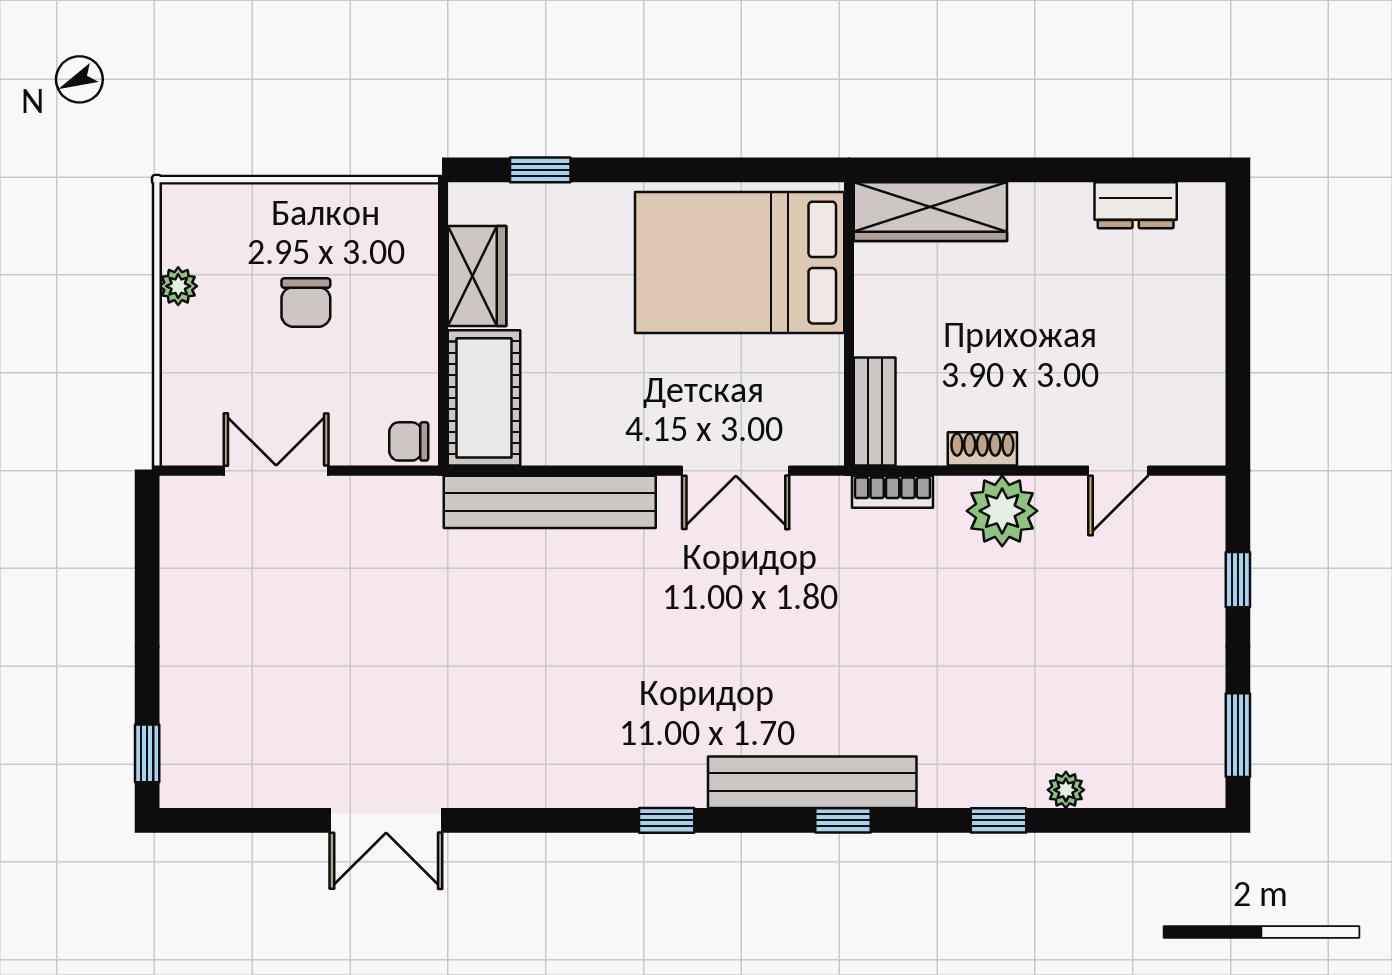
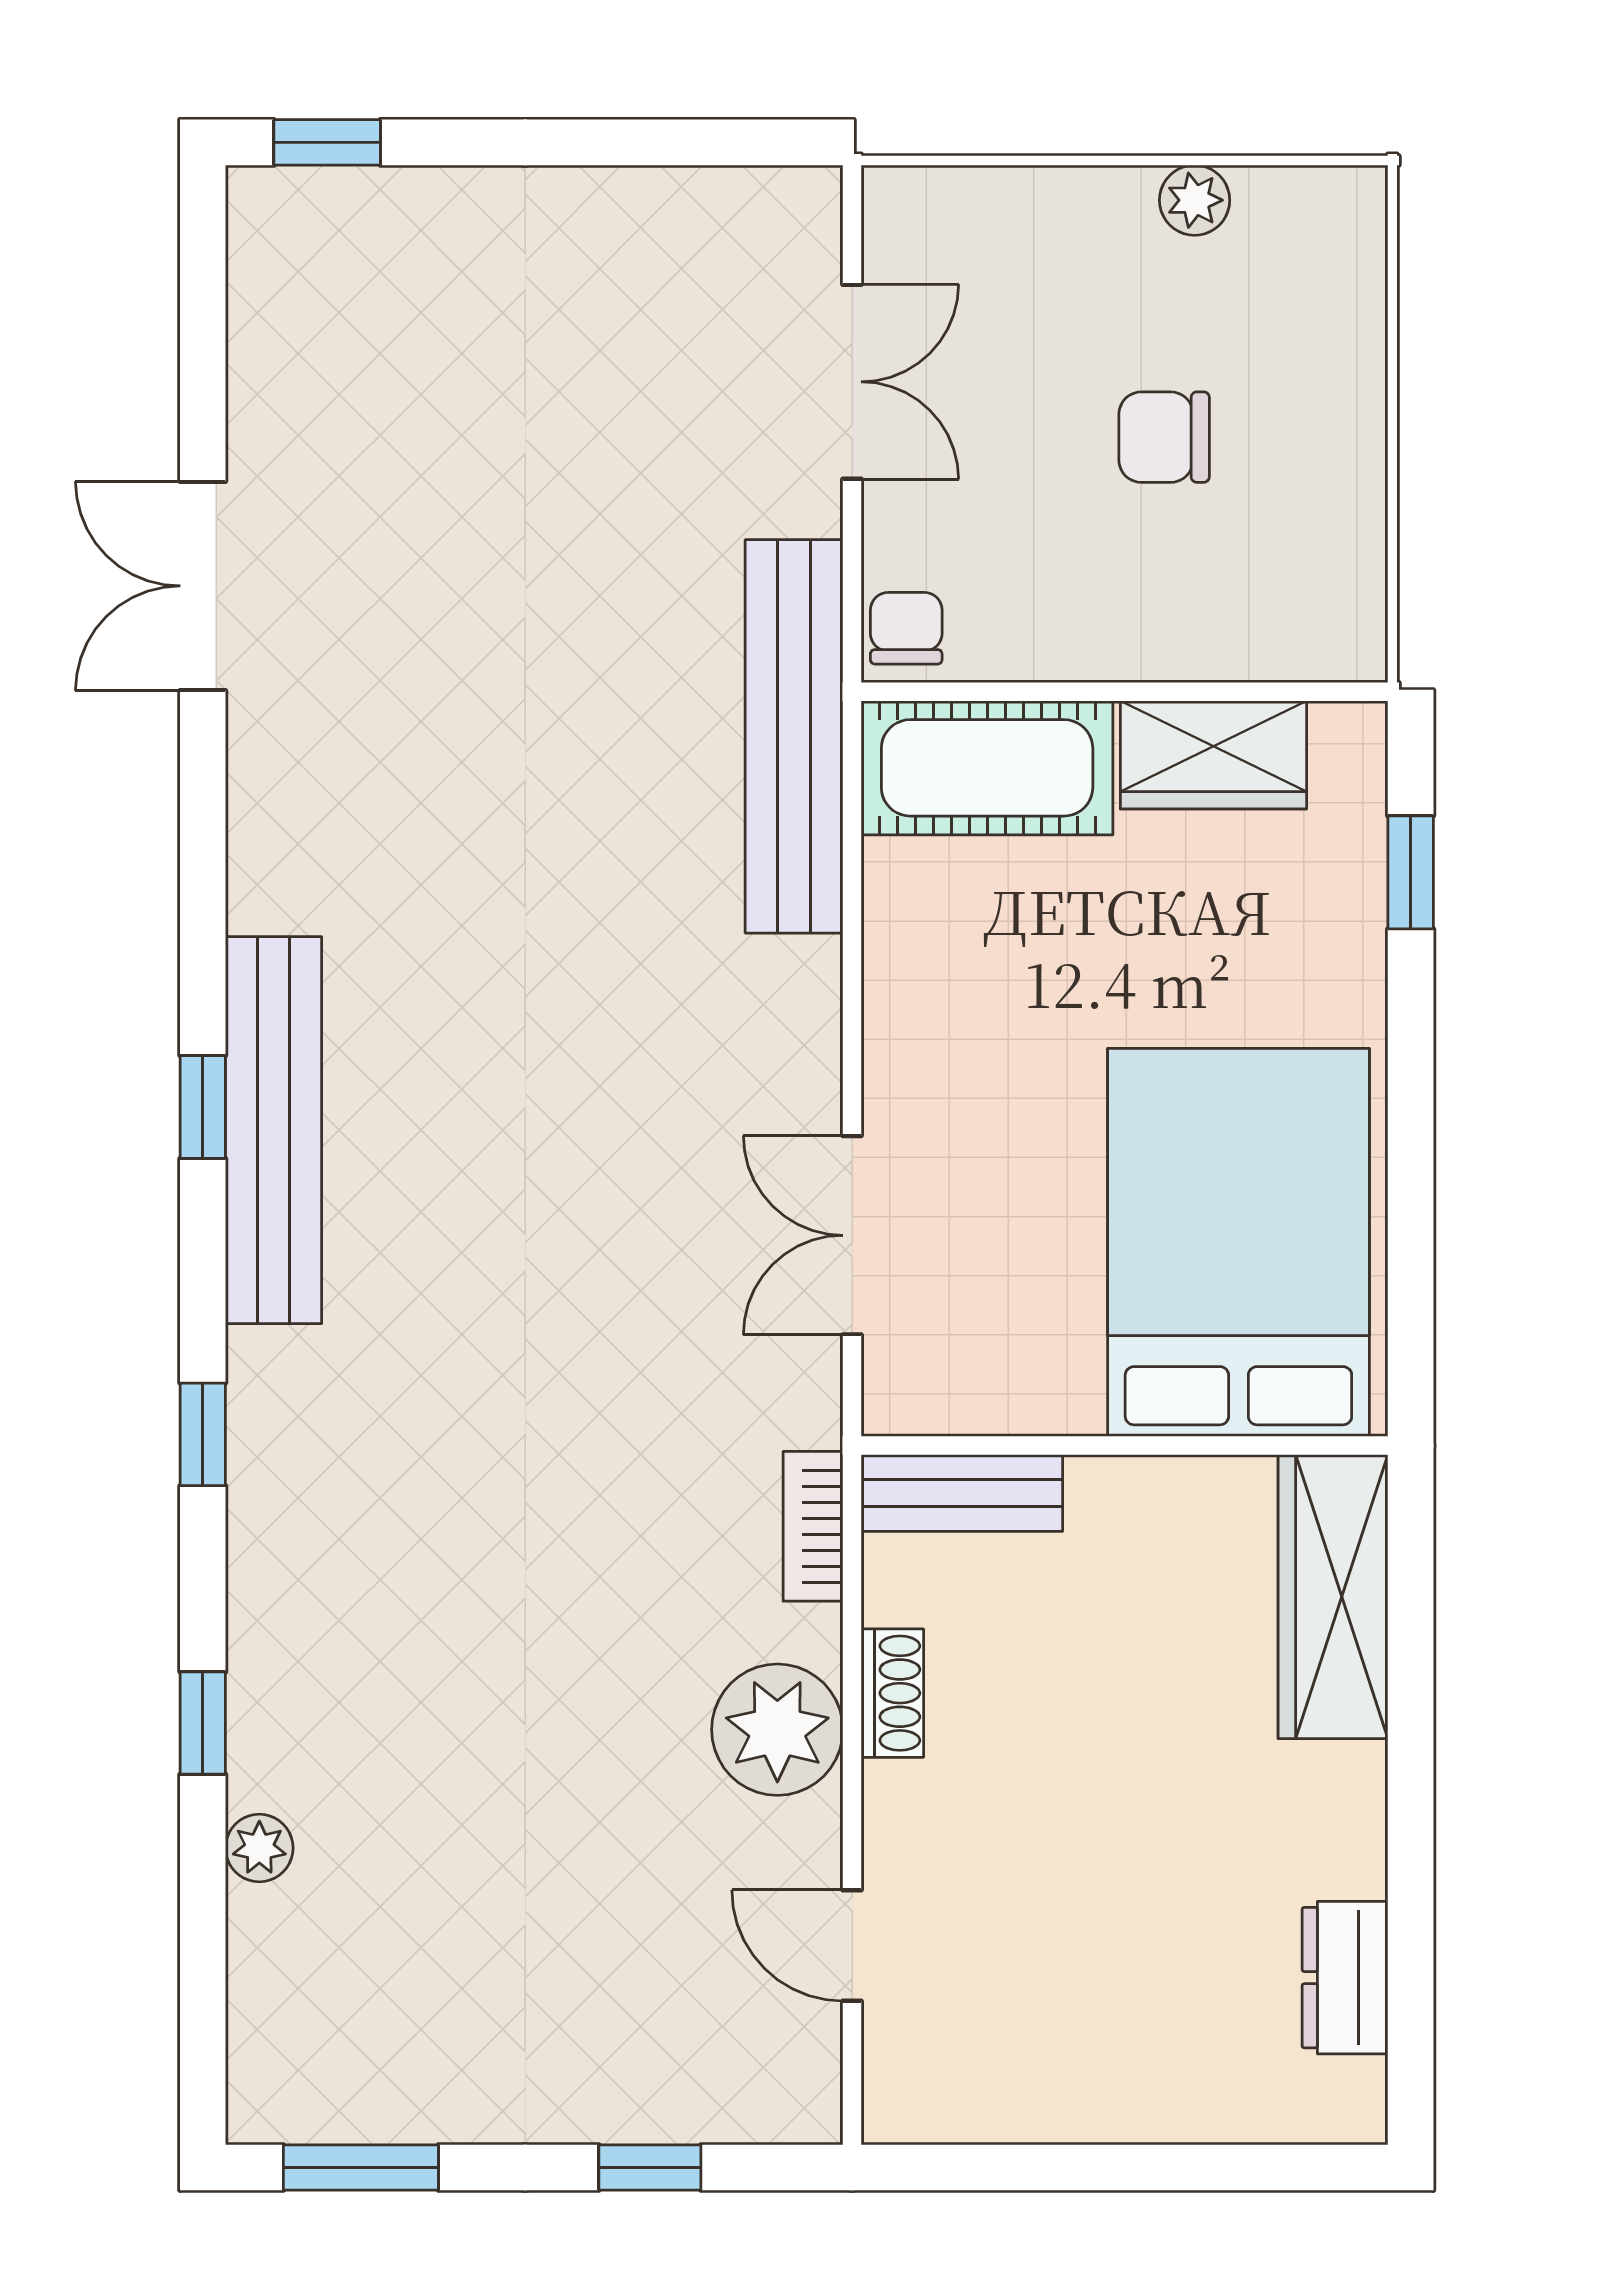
bench: (550, 502) -> (794, 736), moved
bench: (812, 782) -> (274, 1130), moved

